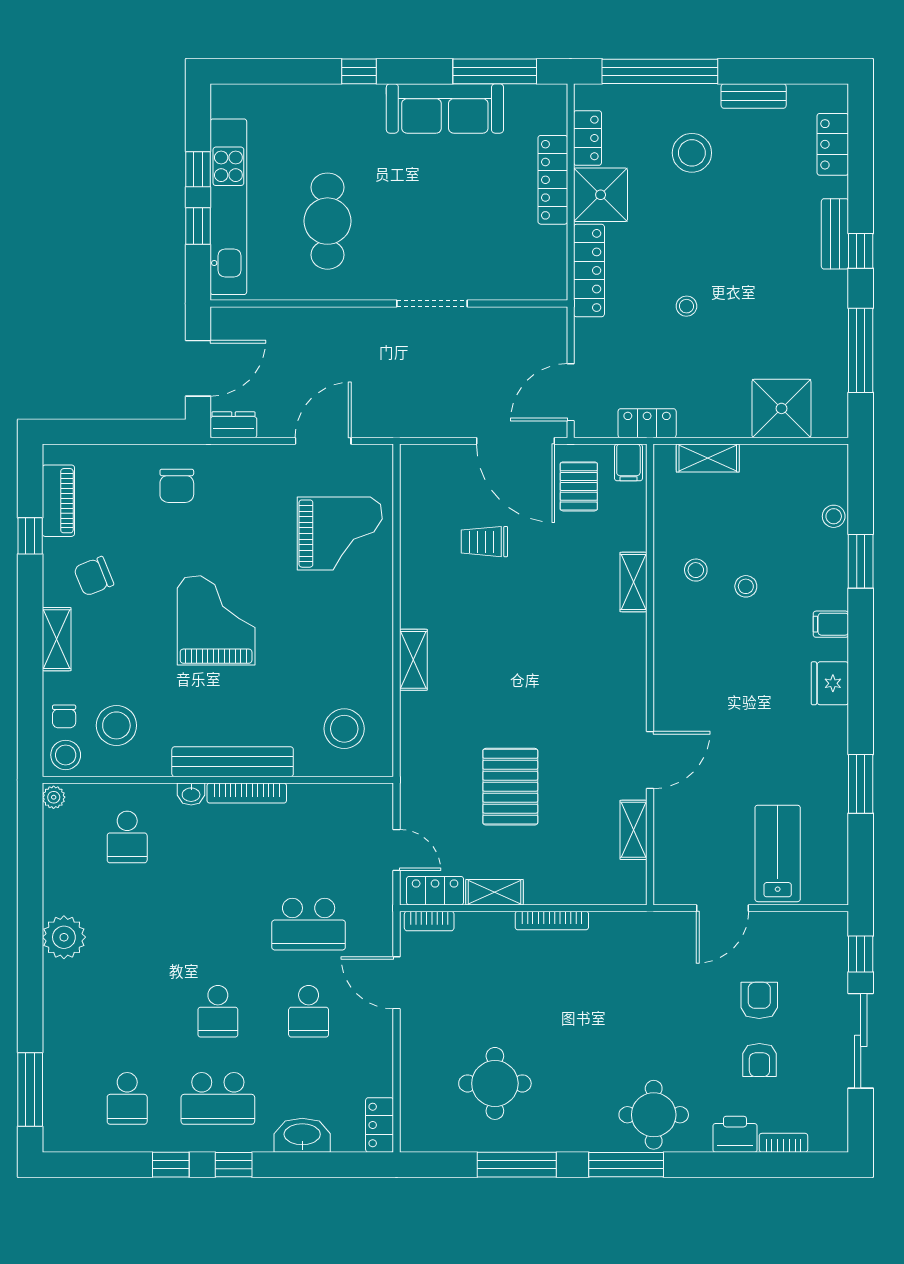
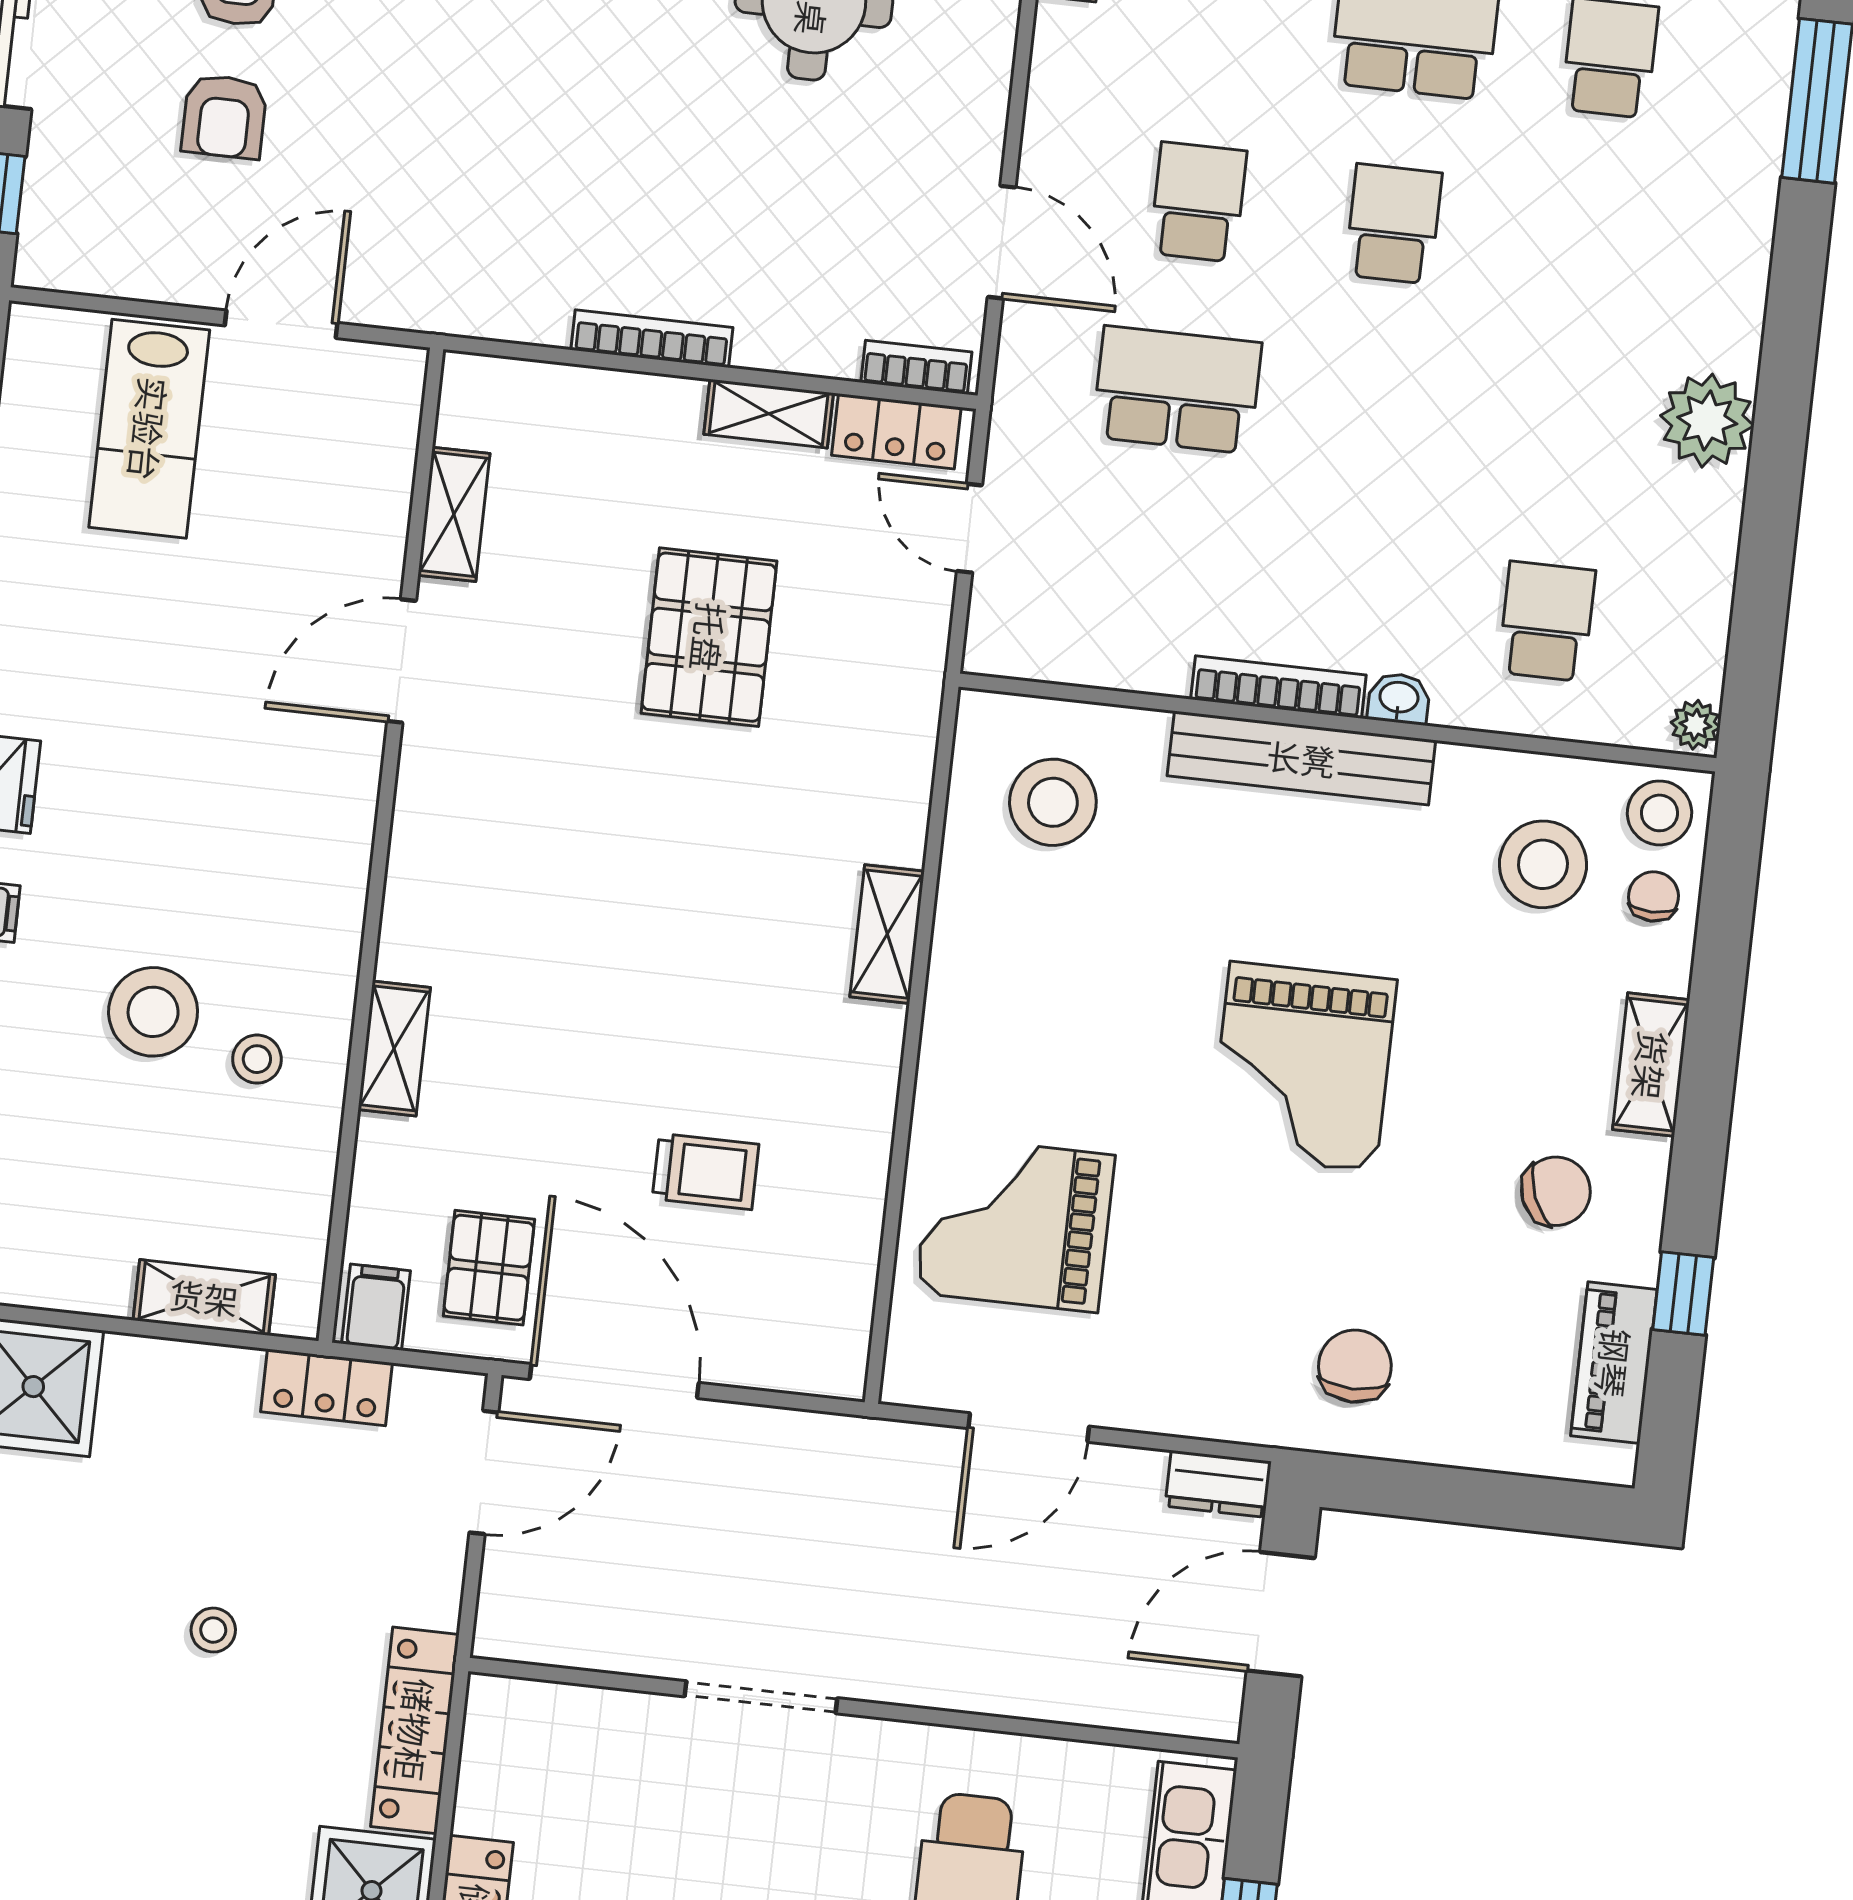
stool: (746, 586) -> (153, 1012), width x1.89, depth x1.89

